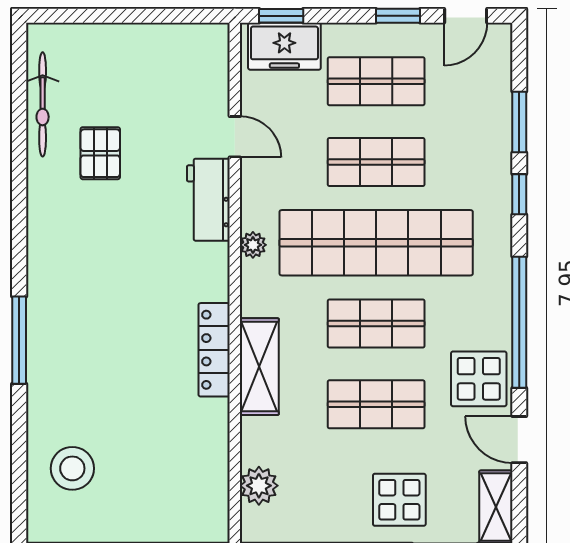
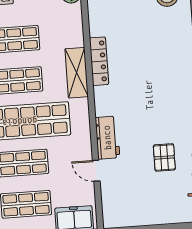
plant: (253, 245) -> (83, 116), removed
shelving: (259, 367) -> (77, 73), moved

